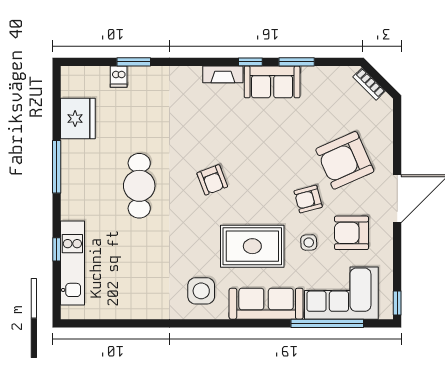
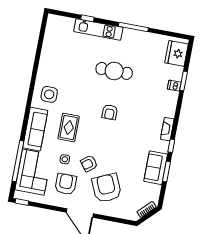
dishwasher: (119, 77) -> (174, 86), moved
sofa: (272, 82) -> (156, 168), moved
fridge: (78, 119) -> (177, 53), moved, turned 90
armchair: (212, 180) -> (110, 112), turned -69
armchair: (308, 199) -> (89, 163), turned -112
rug: (252, 246) -> (69, 128), width x0.73, depth x0.70
kitchen unit: (72, 263) -> (98, 30), moved

